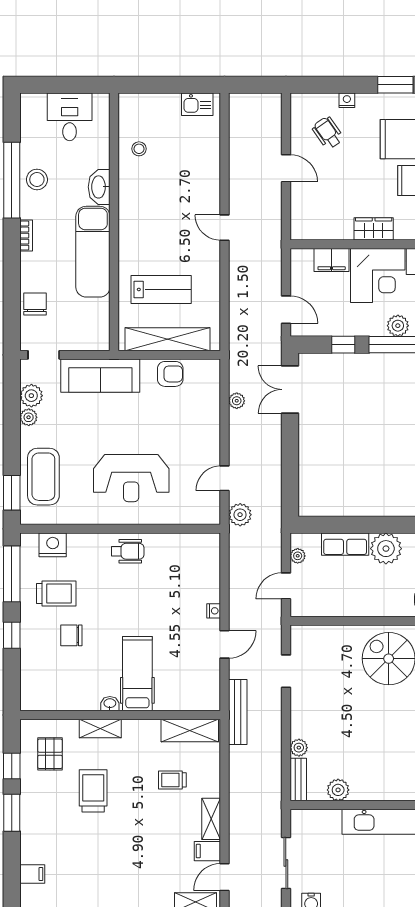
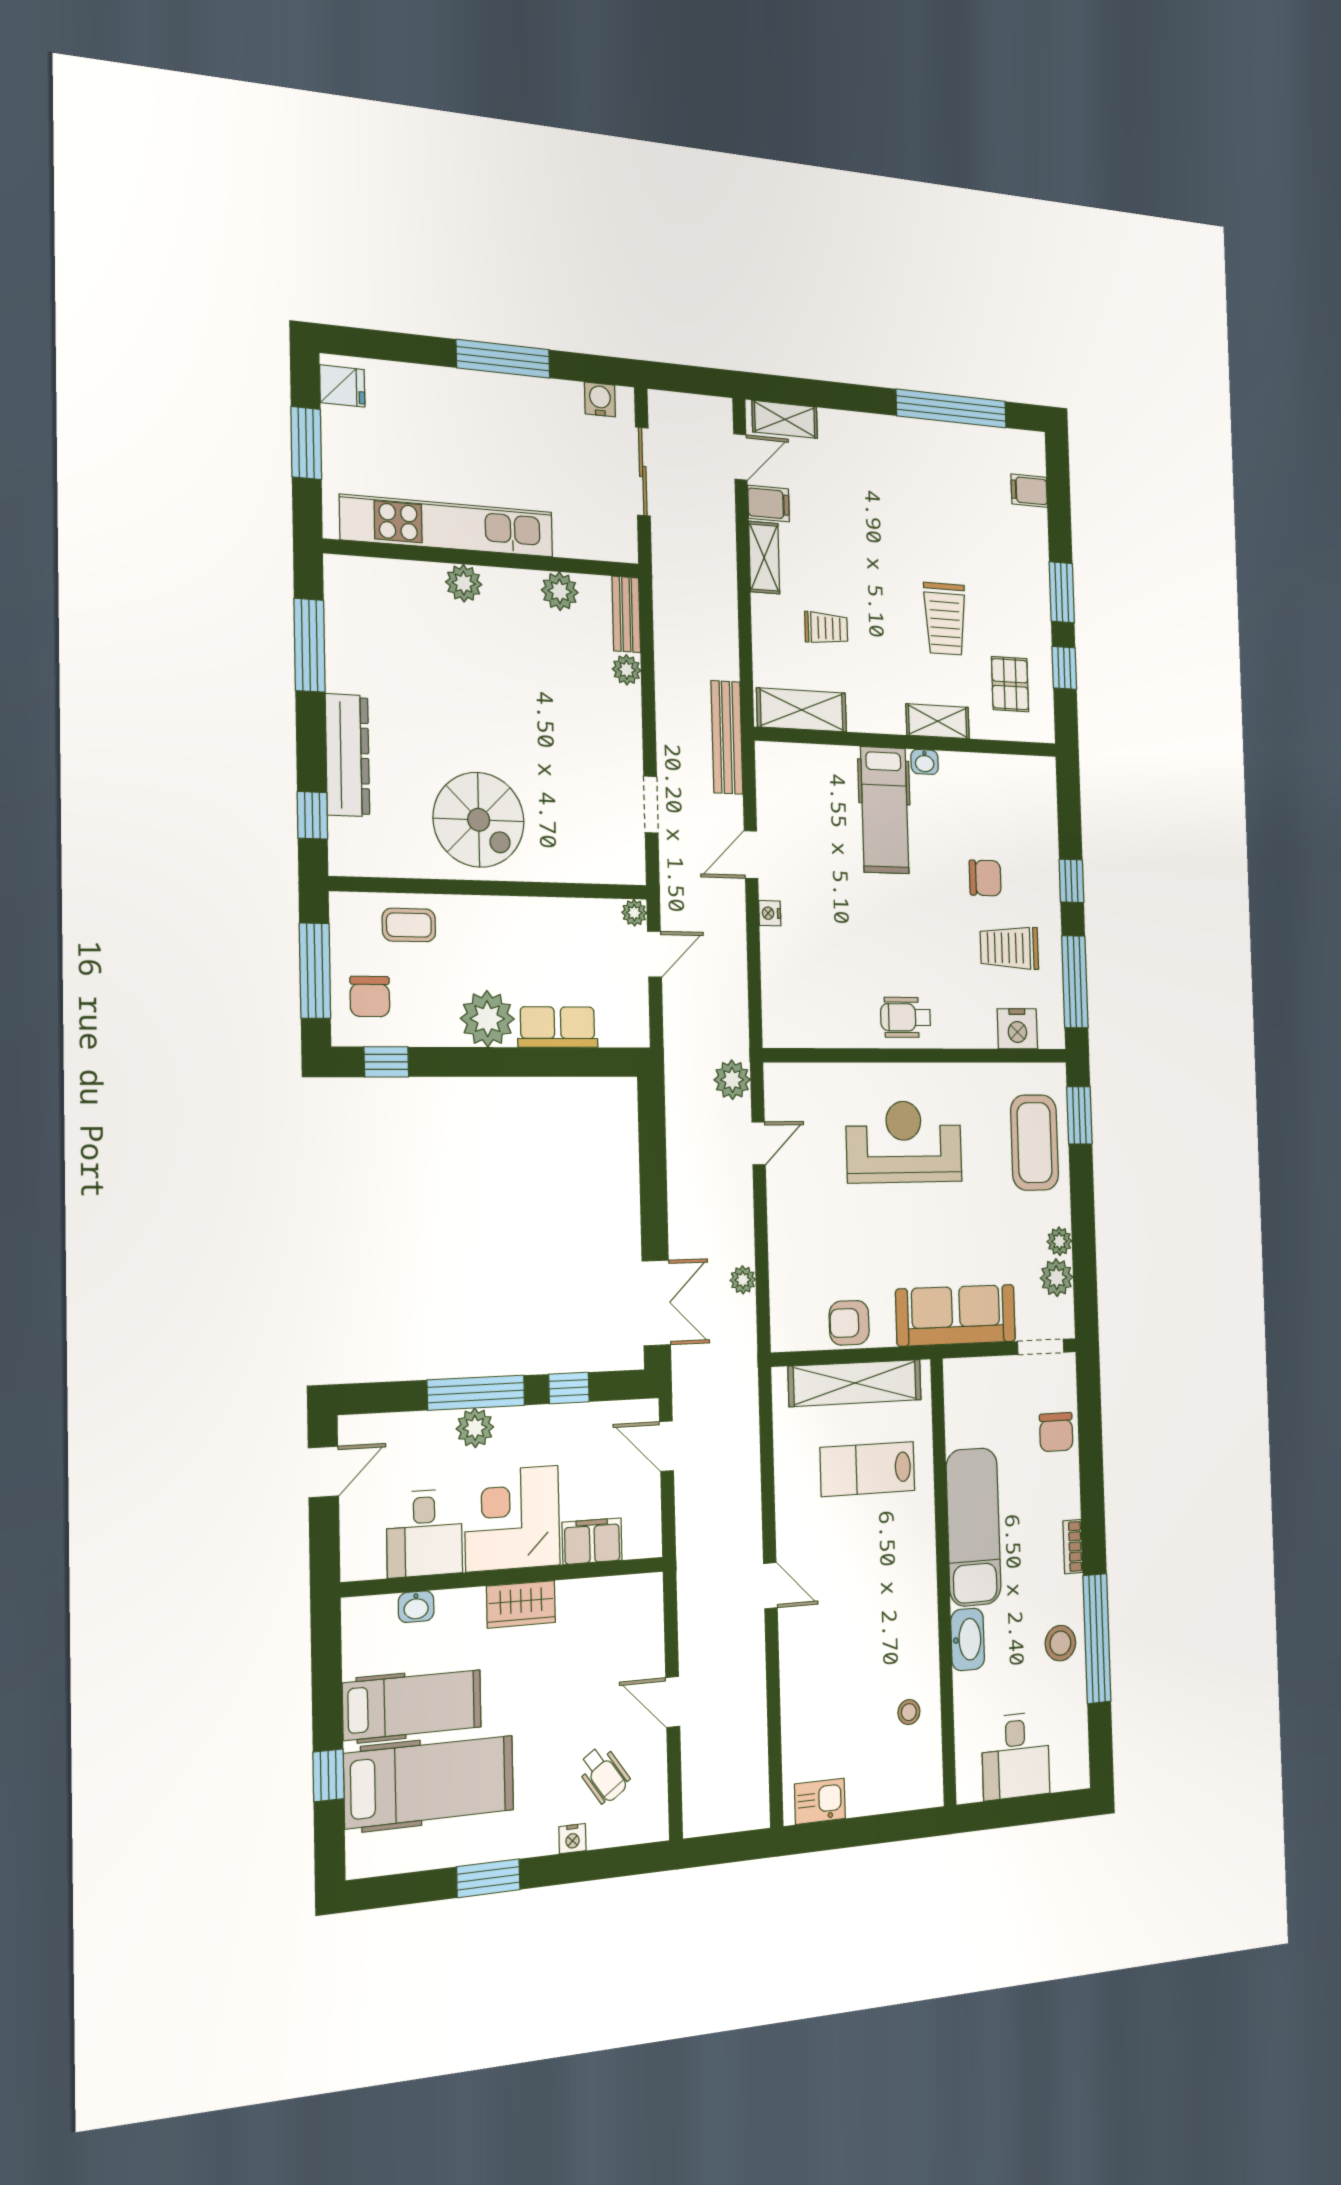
plant: (298, 556) -> (634, 913), moved
plant: (395, 790) -> (464, 583), added

